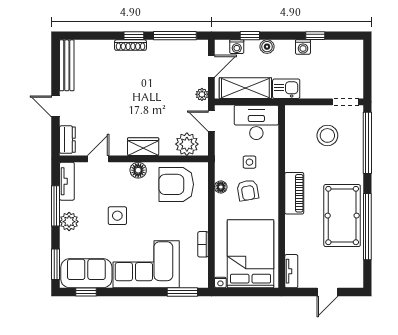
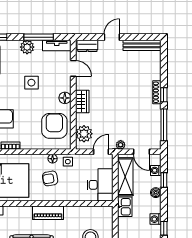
side table: (249, 162) -> (68, 162), moved

